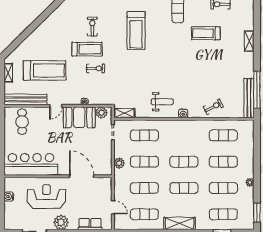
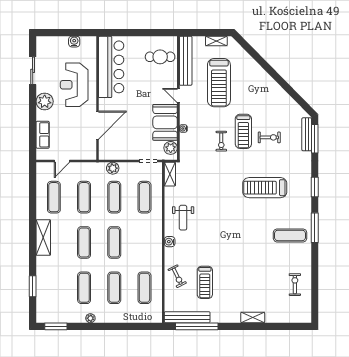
treadmill: (206, 33) -> (205, 282), moved, turned 180
reception desk: (46, 197) -> (74, 85), turned 180
exercise mat: (223, 214) -> (54, 288), removed

